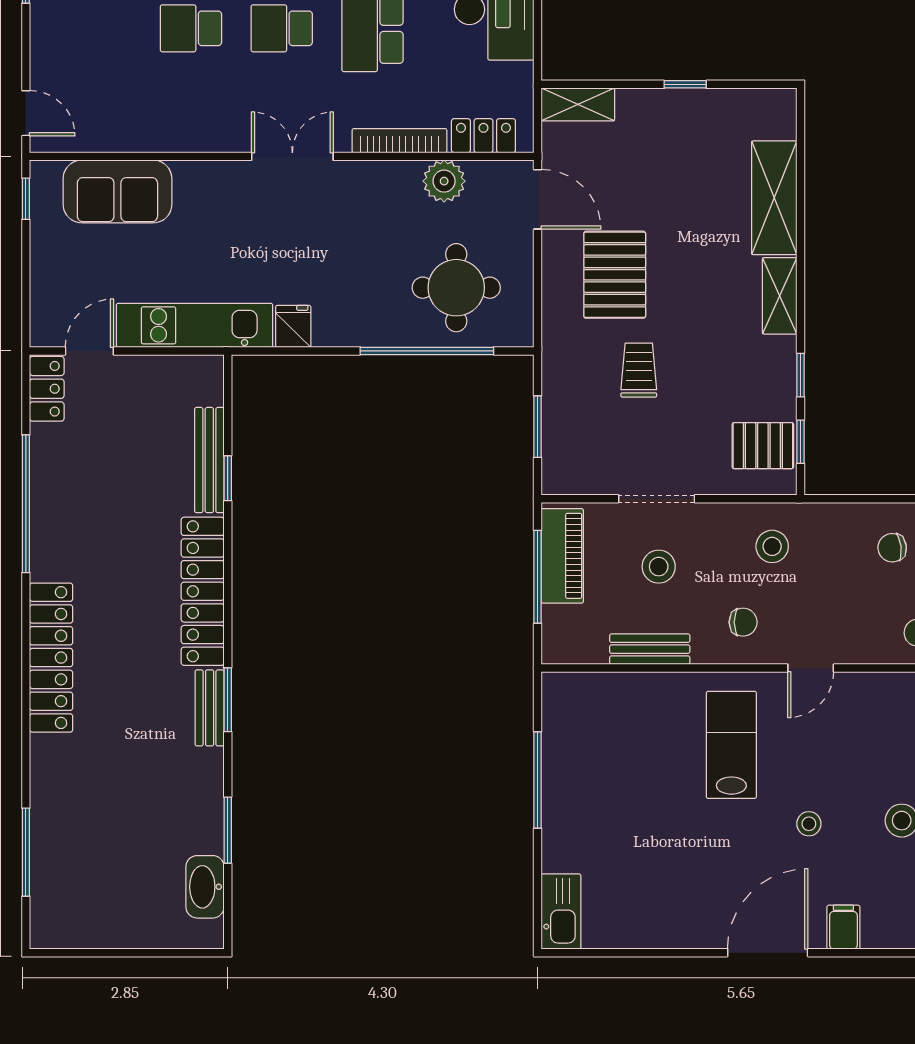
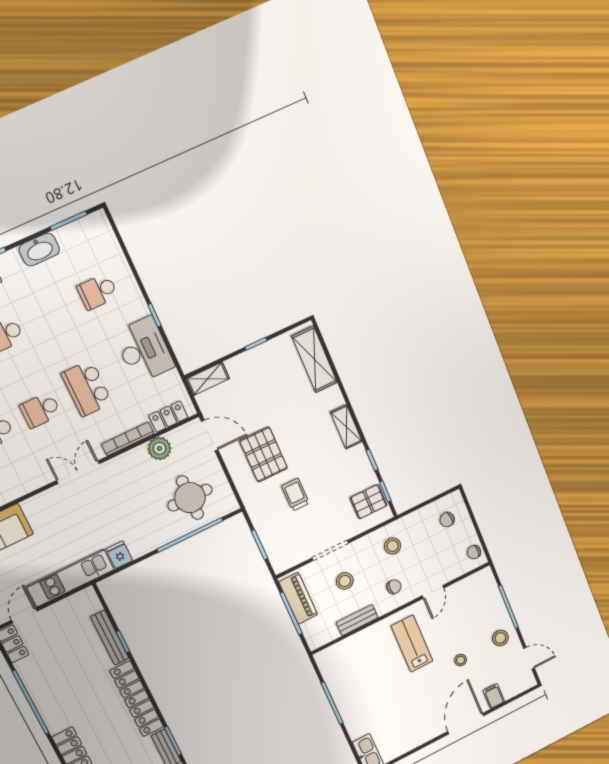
shelving: (774, 198) -> (315, 359), moved

